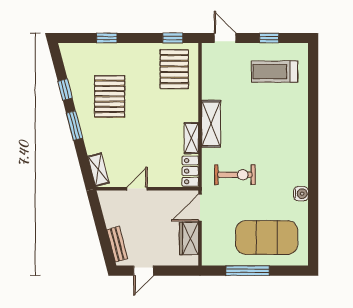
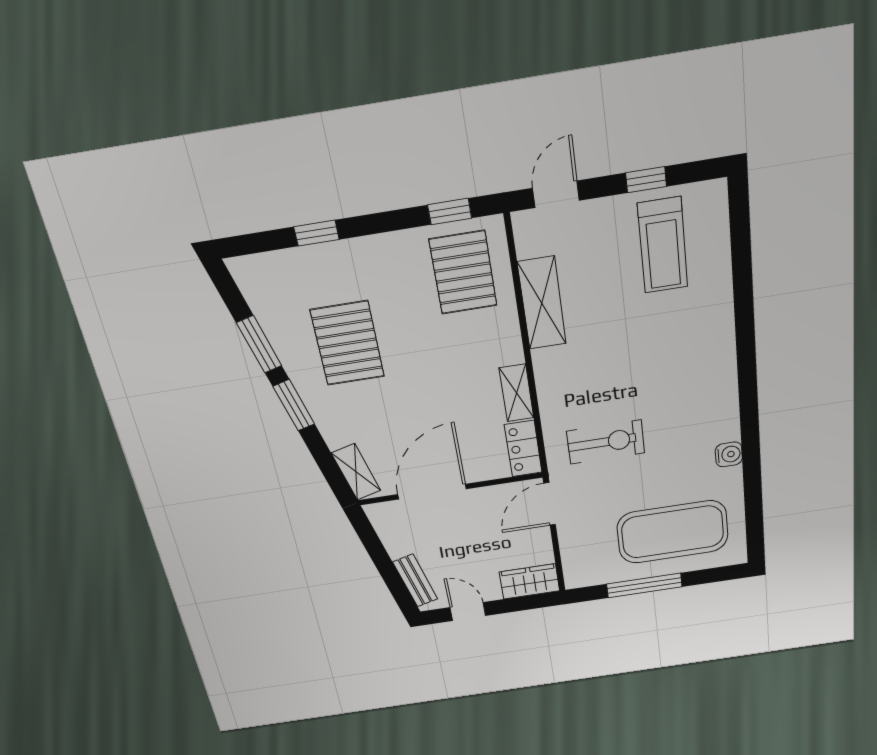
door: (225, 38) -> (556, 194), hinge flipped
treadmill: (274, 72) -> (663, 245), turned -90
window: (65, 89) -> (259, 344), width x1.50
shelving: (211, 124) -> (542, 303), moved
door: (137, 189) -> (432, 492), width x1.88
wardrobe: (189, 239) -> (529, 581), moved, turned 90
door: (144, 271) -> (468, 612), swing flipped

